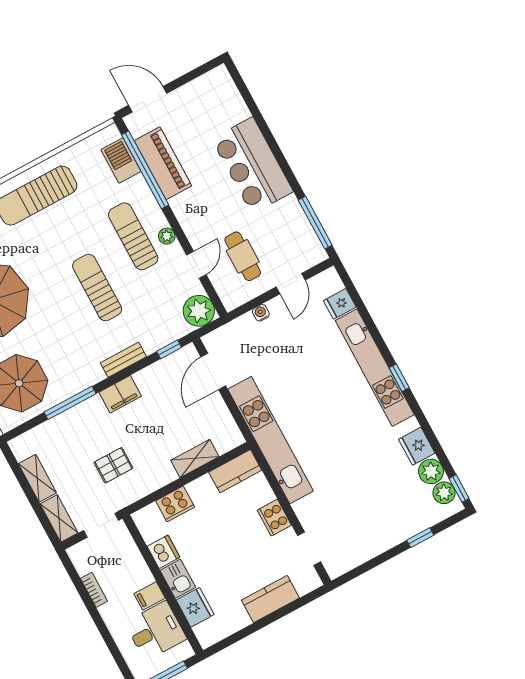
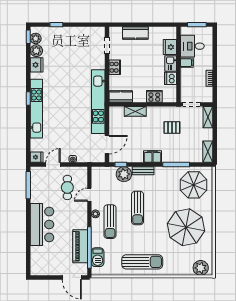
fridge: (340, 304) -> (37, 157), moved
plant: (199, 311) -> (124, 174), moved
shelving: (37, 478) -> (208, 152), moved

